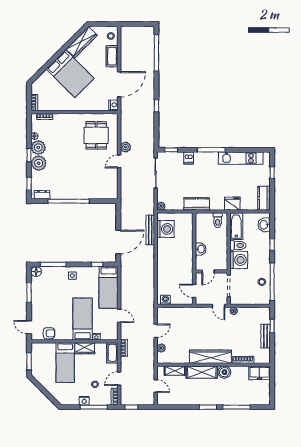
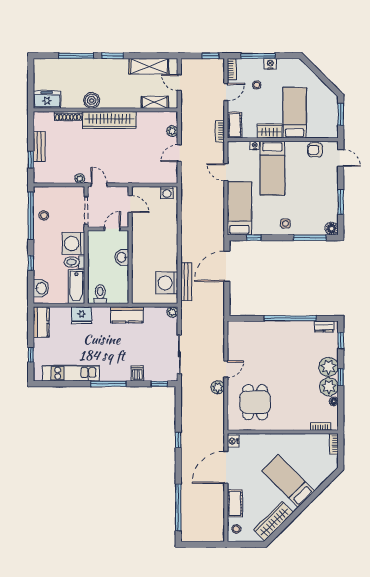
bed: (70, 74) -> (288, 481), width x0.67
shelving: (202, 372) -> (149, 66), moved

